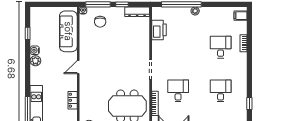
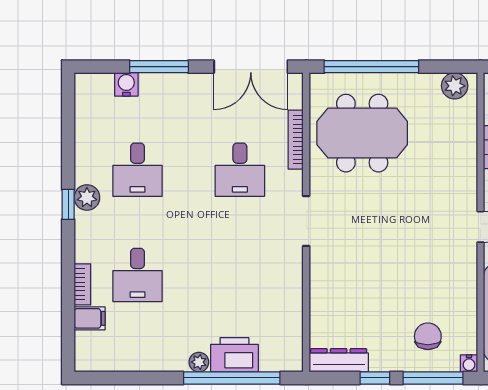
filing cabinet: (240, 16) -> (90, 318), moved
printer: (159, 30) -> (234, 355), moved, turned 90
plant: (242, 79) -> (87, 198), added
window: (249, 104) -> (68, 204), moved

